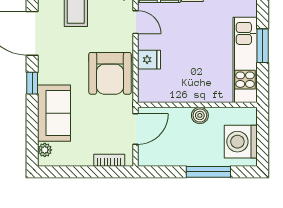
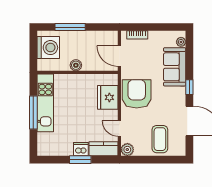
window: (263, 46) -> (33, 113), width x1.44
fridge: (149, 60) -> (108, 97), width x1.88, depth x1.34
door: (136, 129) -> (119, 56), hinge flipped

